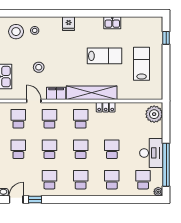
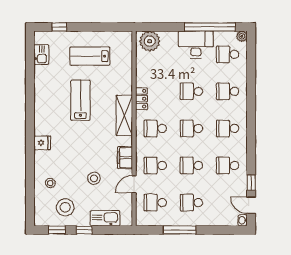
kitchen sink: (112, 23) -> (41, 55), moved
stool: (16, 32) -> (65, 207), moved
shelving: (92, 93) -> (124, 115), width x0.68

